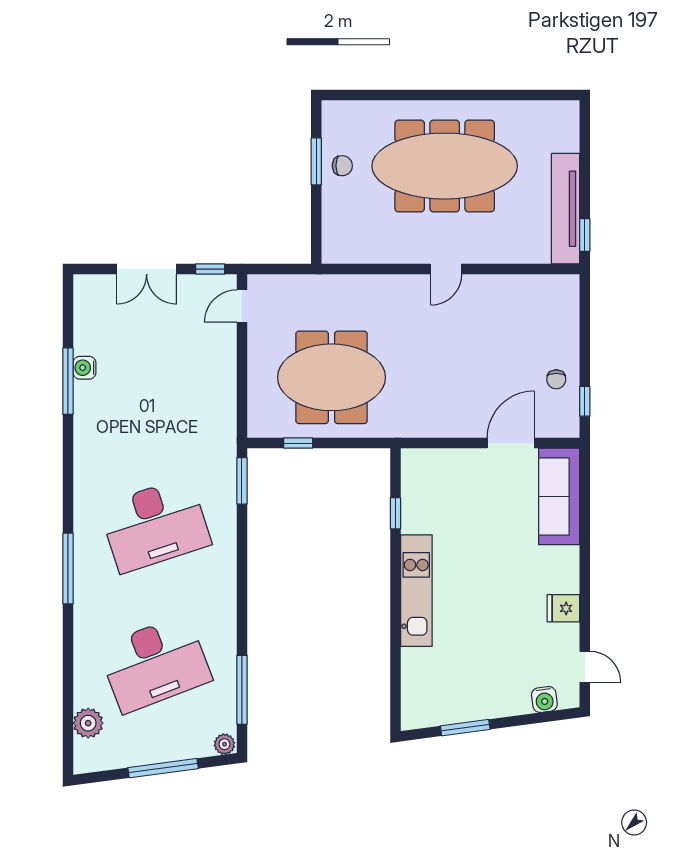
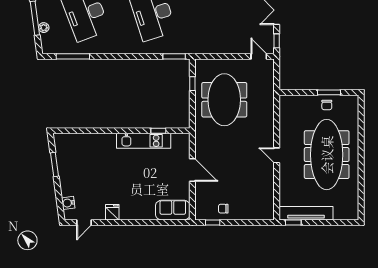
door: (511, 443) -> (192, 170), moved
sofa: (559, 496) -> (173, 210), width x0.73
kitchen unit: (416, 591) -> (144, 141), moved
plant: (224, 744) -> (44, 28), moved

